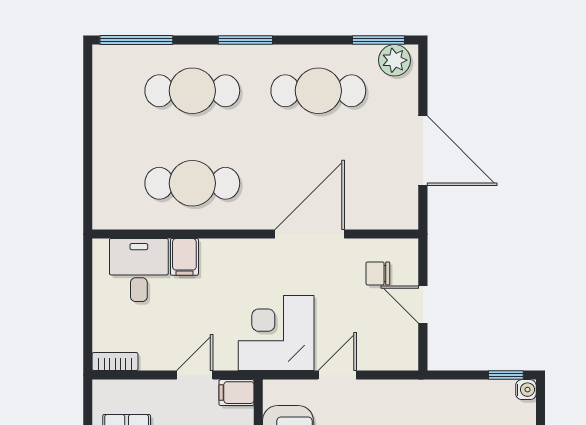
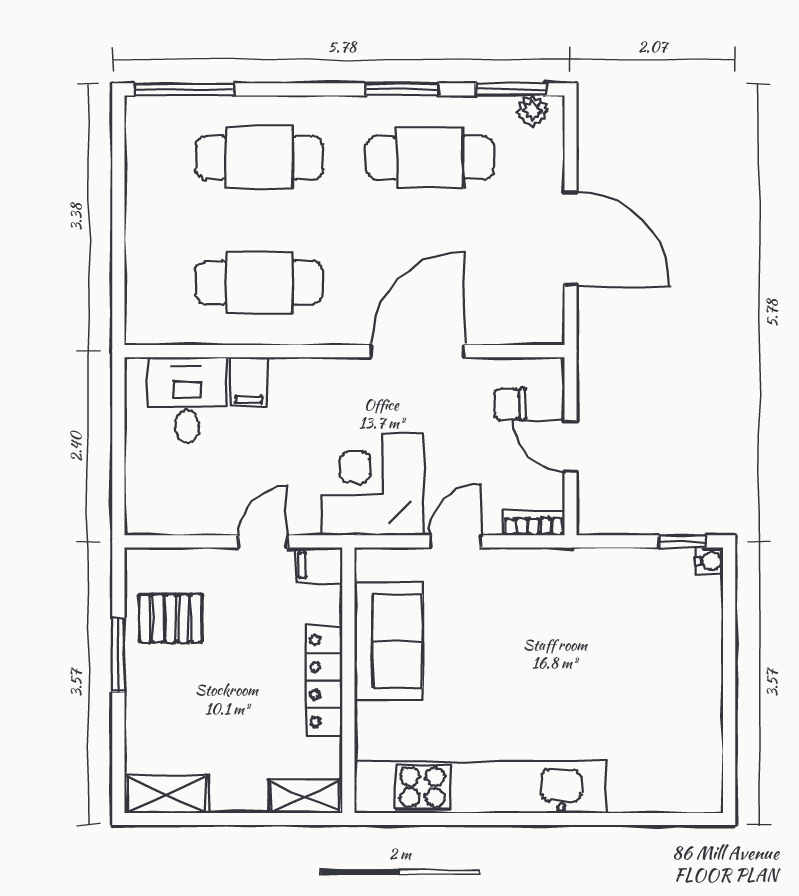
window: (245, 40) -> (402, 89), moved
plant: (395, 60) -> (532, 111), width x0.73, depth x0.73
bookcase: (115, 362) -> (534, 523), moved

